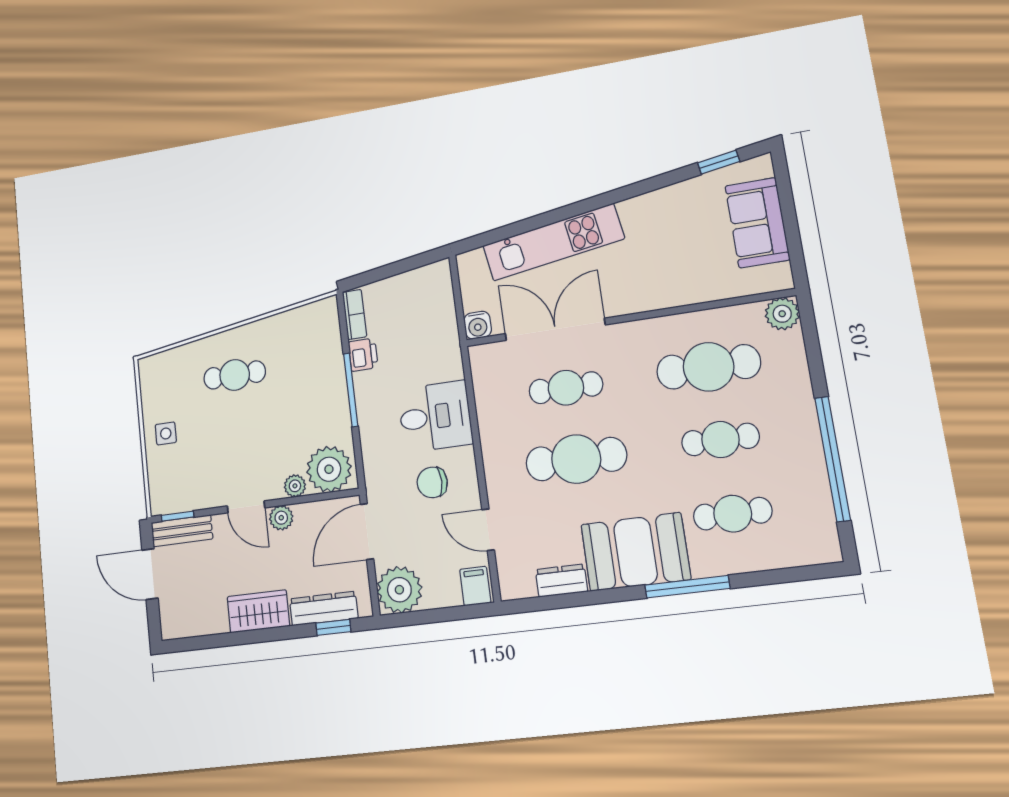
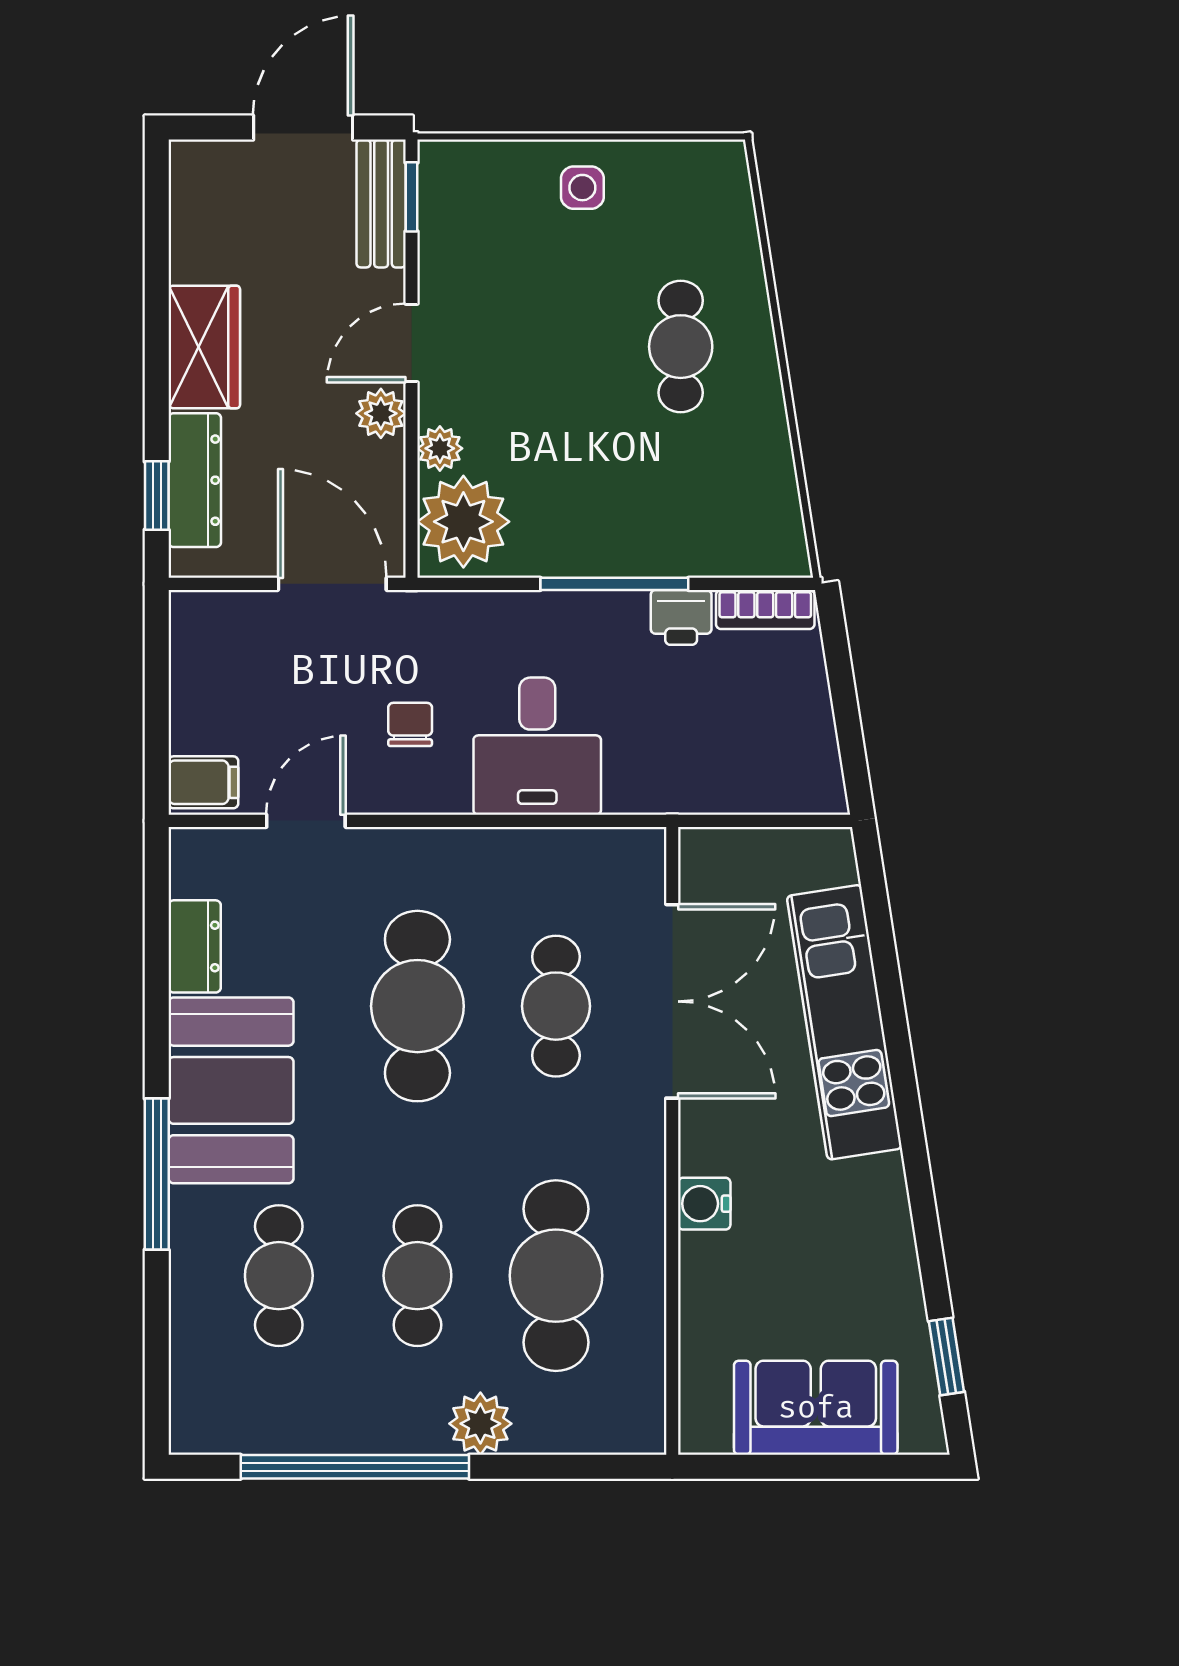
plant: (782, 314) -> (480, 1424), moved
water cooler: (478, 325) -> (704, 1204), moved
chair: (432, 482) -> (410, 724), width x0.73, depth x0.73
plant: (399, 590) -> (213, 635), removed

